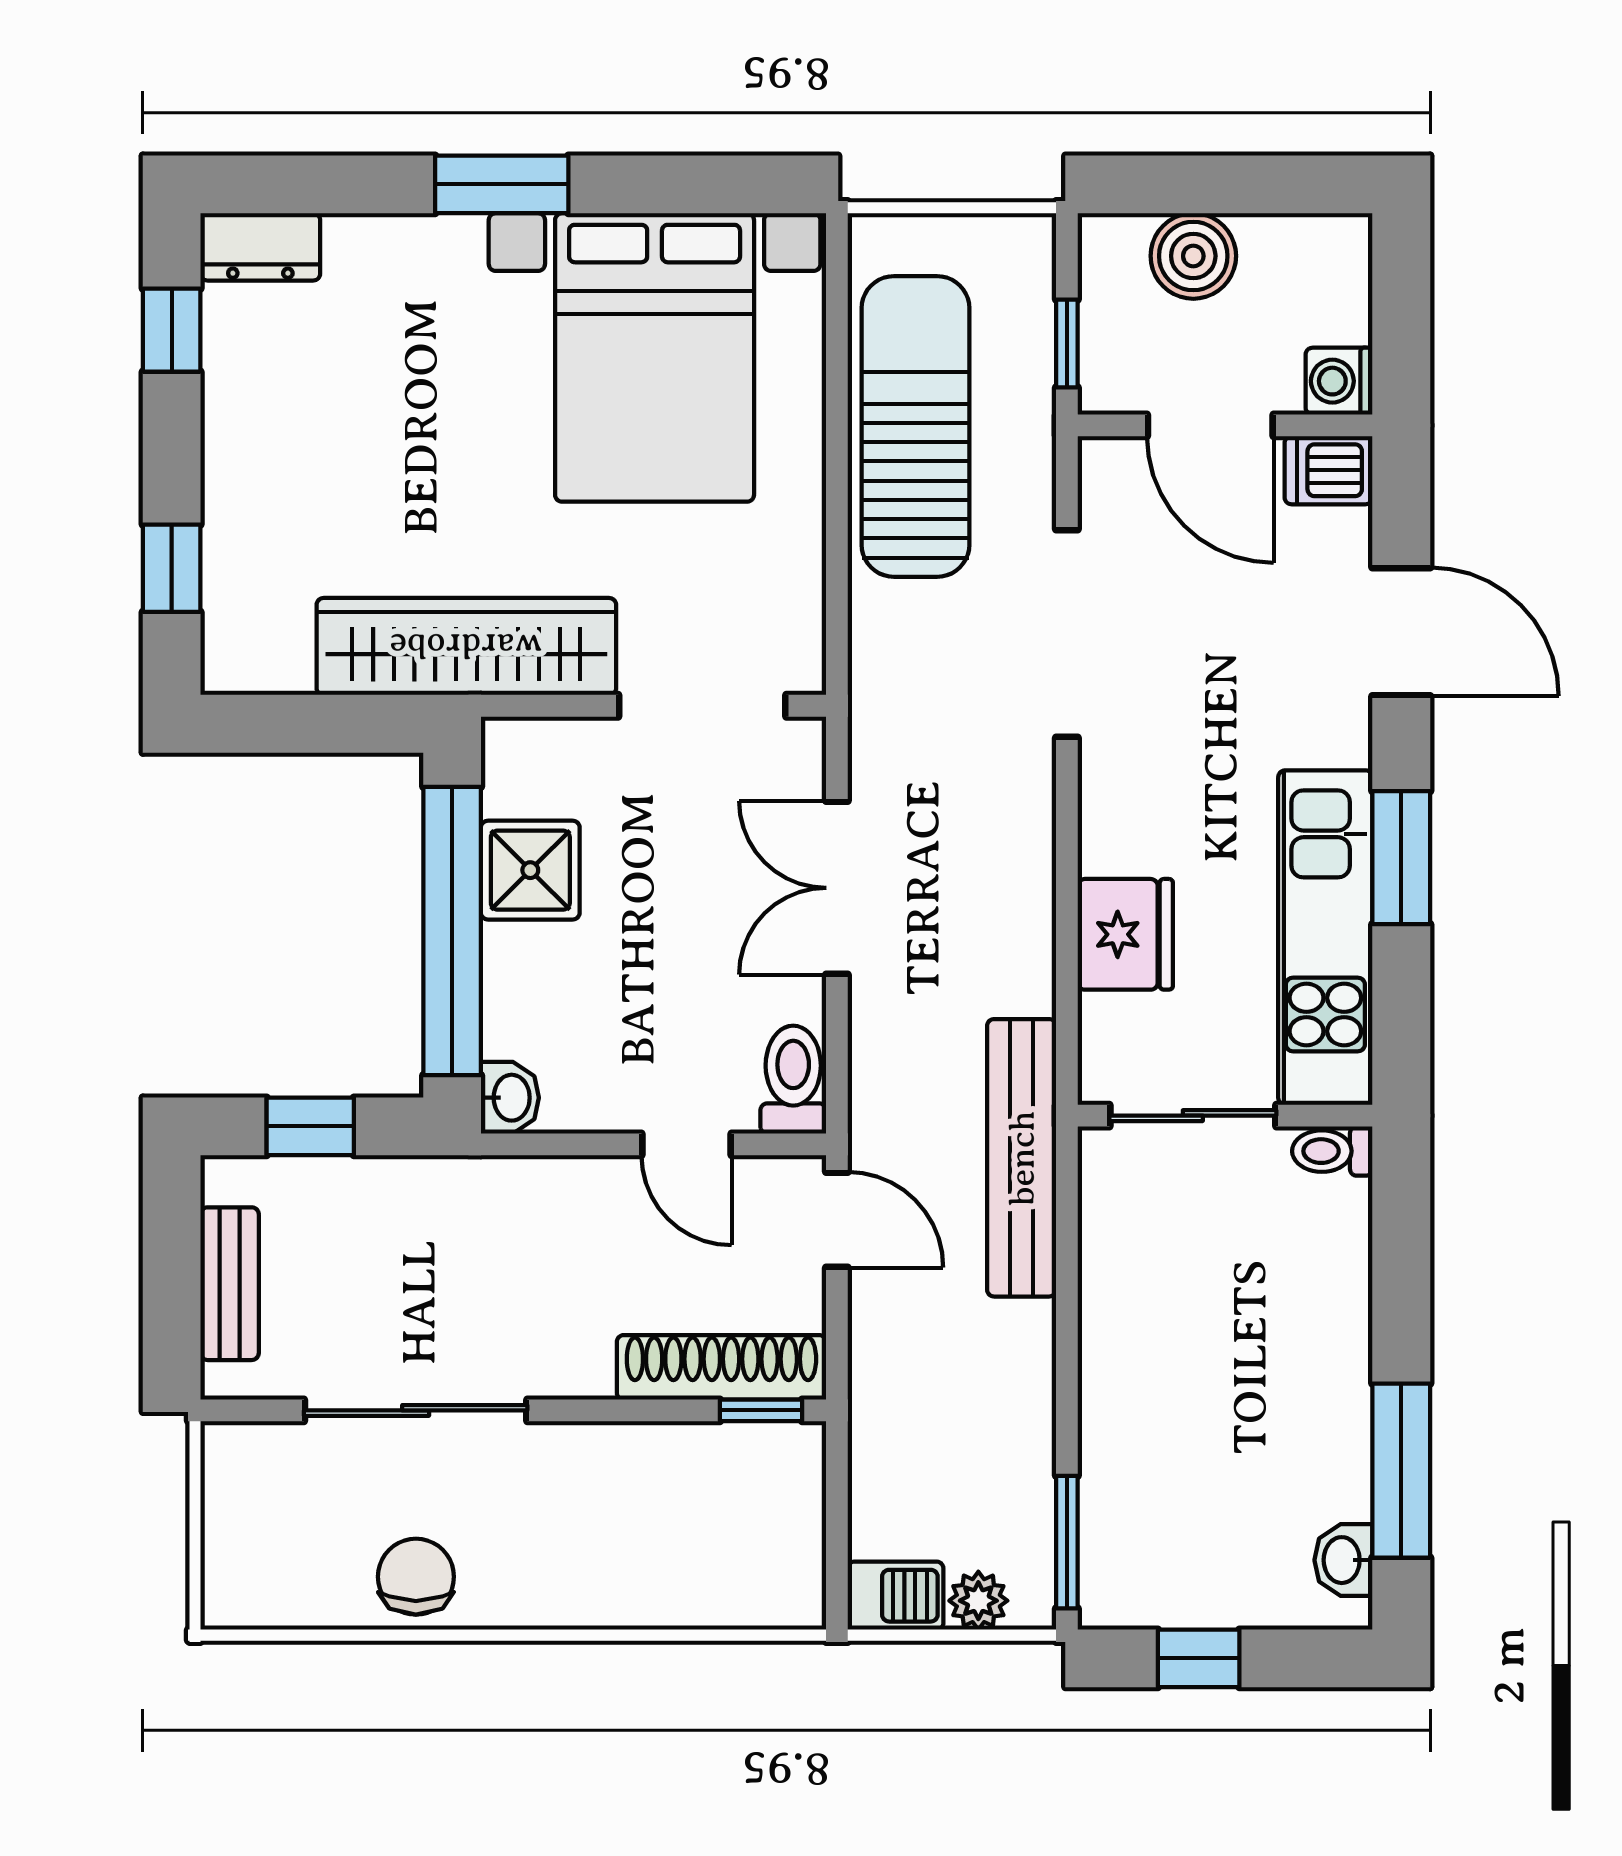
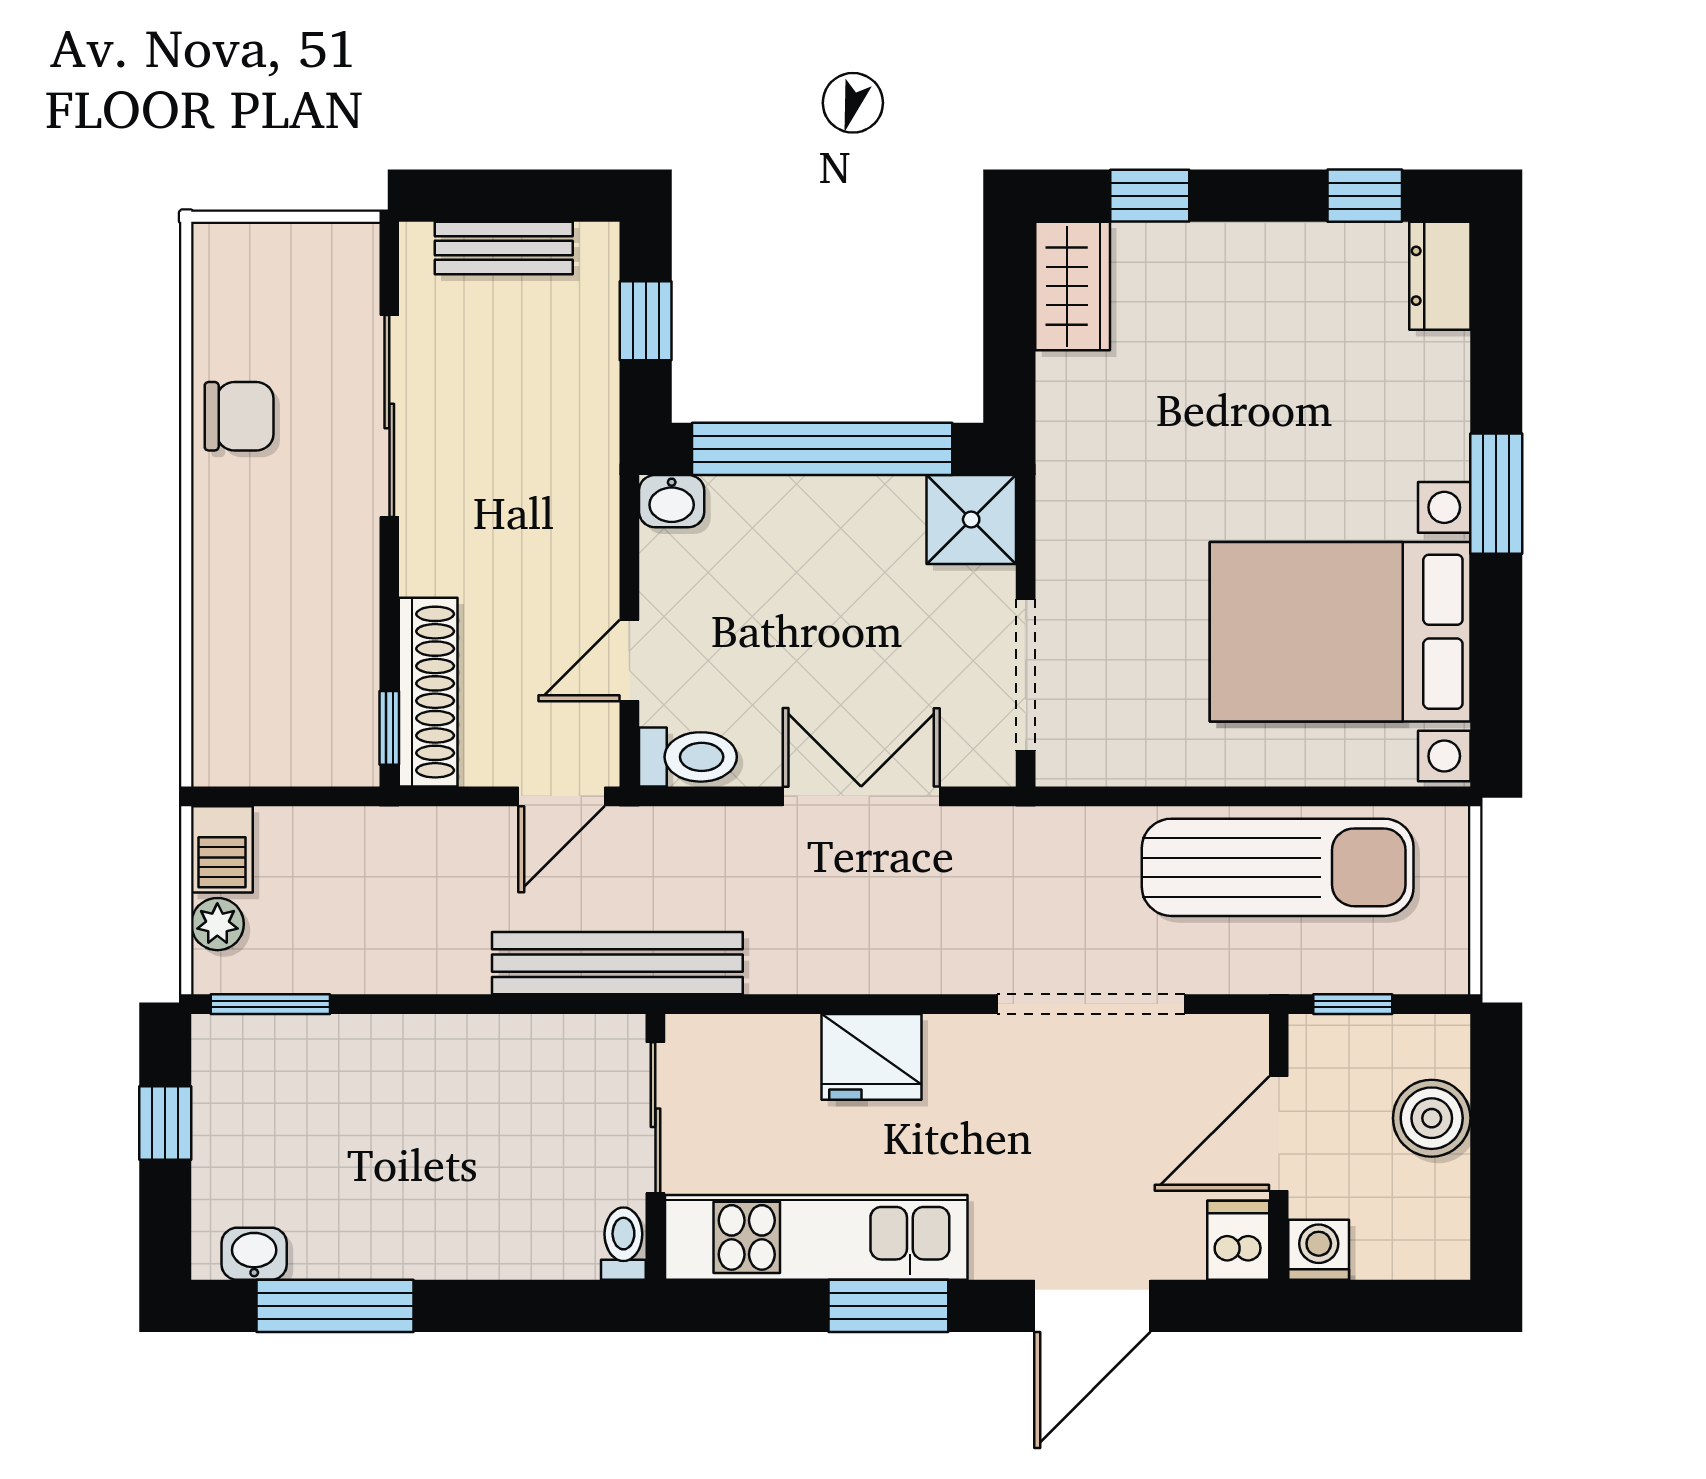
wardrobe: (466, 646) -> (1073, 286), moved, width x0.48, depth x0.85
shower: (530, 870) -> (971, 520), moved
fridge: (1125, 934) -> (871, 1057), moved

